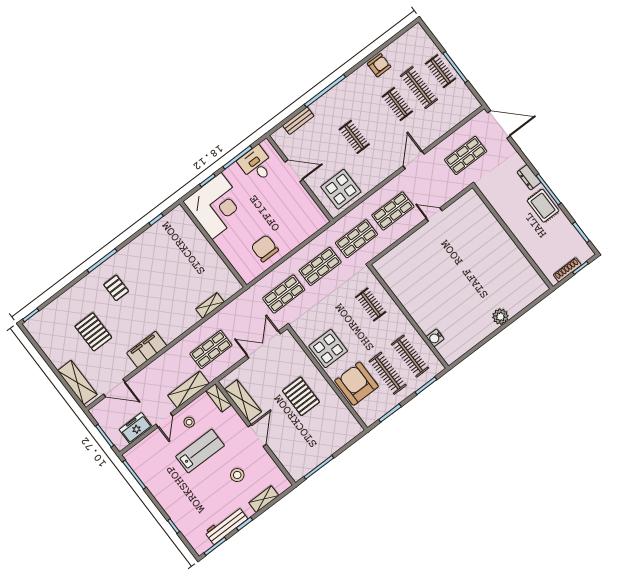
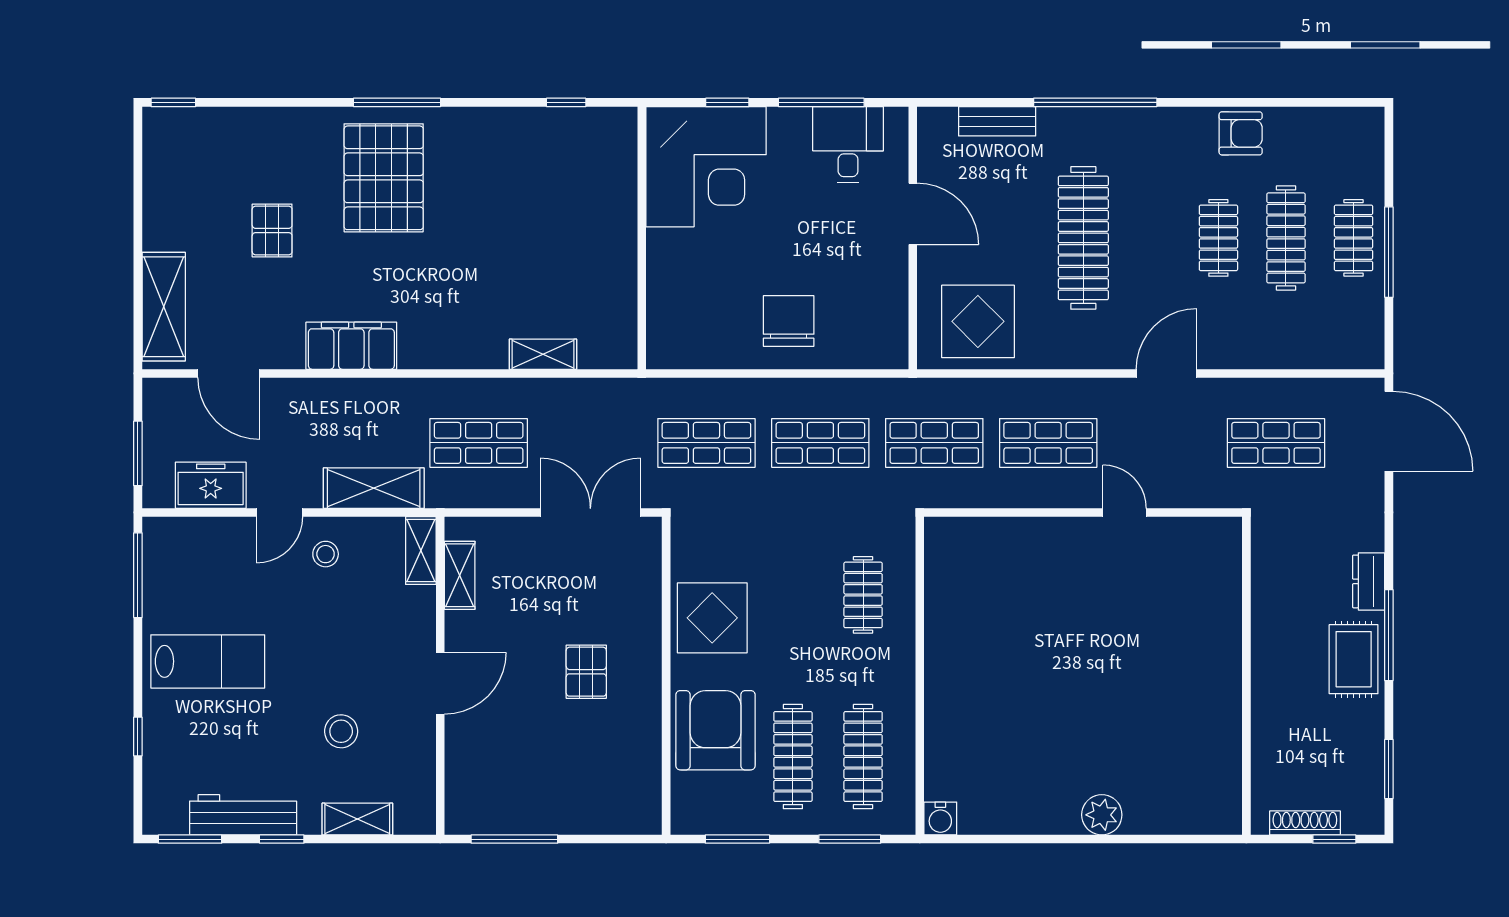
clothes rail: (354, 137) -> (1083, 238), width x1.86, depth x1.31
chair: (265, 248) -> (789, 321), moved
pallet: (116, 288) -> (384, 178), width x2.05, depth x2.00
pallet: (93, 332) -> (272, 230), width x0.67, depth x0.71
water cooler: (435, 338) -> (940, 819), moved, turned -90
pallet: (301, 396) -> (586, 672), width x0.67, depth x0.71
shelving: (243, 401) -> (460, 575), width x0.67, depth x0.75
lab bench: (200, 451) -> (208, 661), moved

